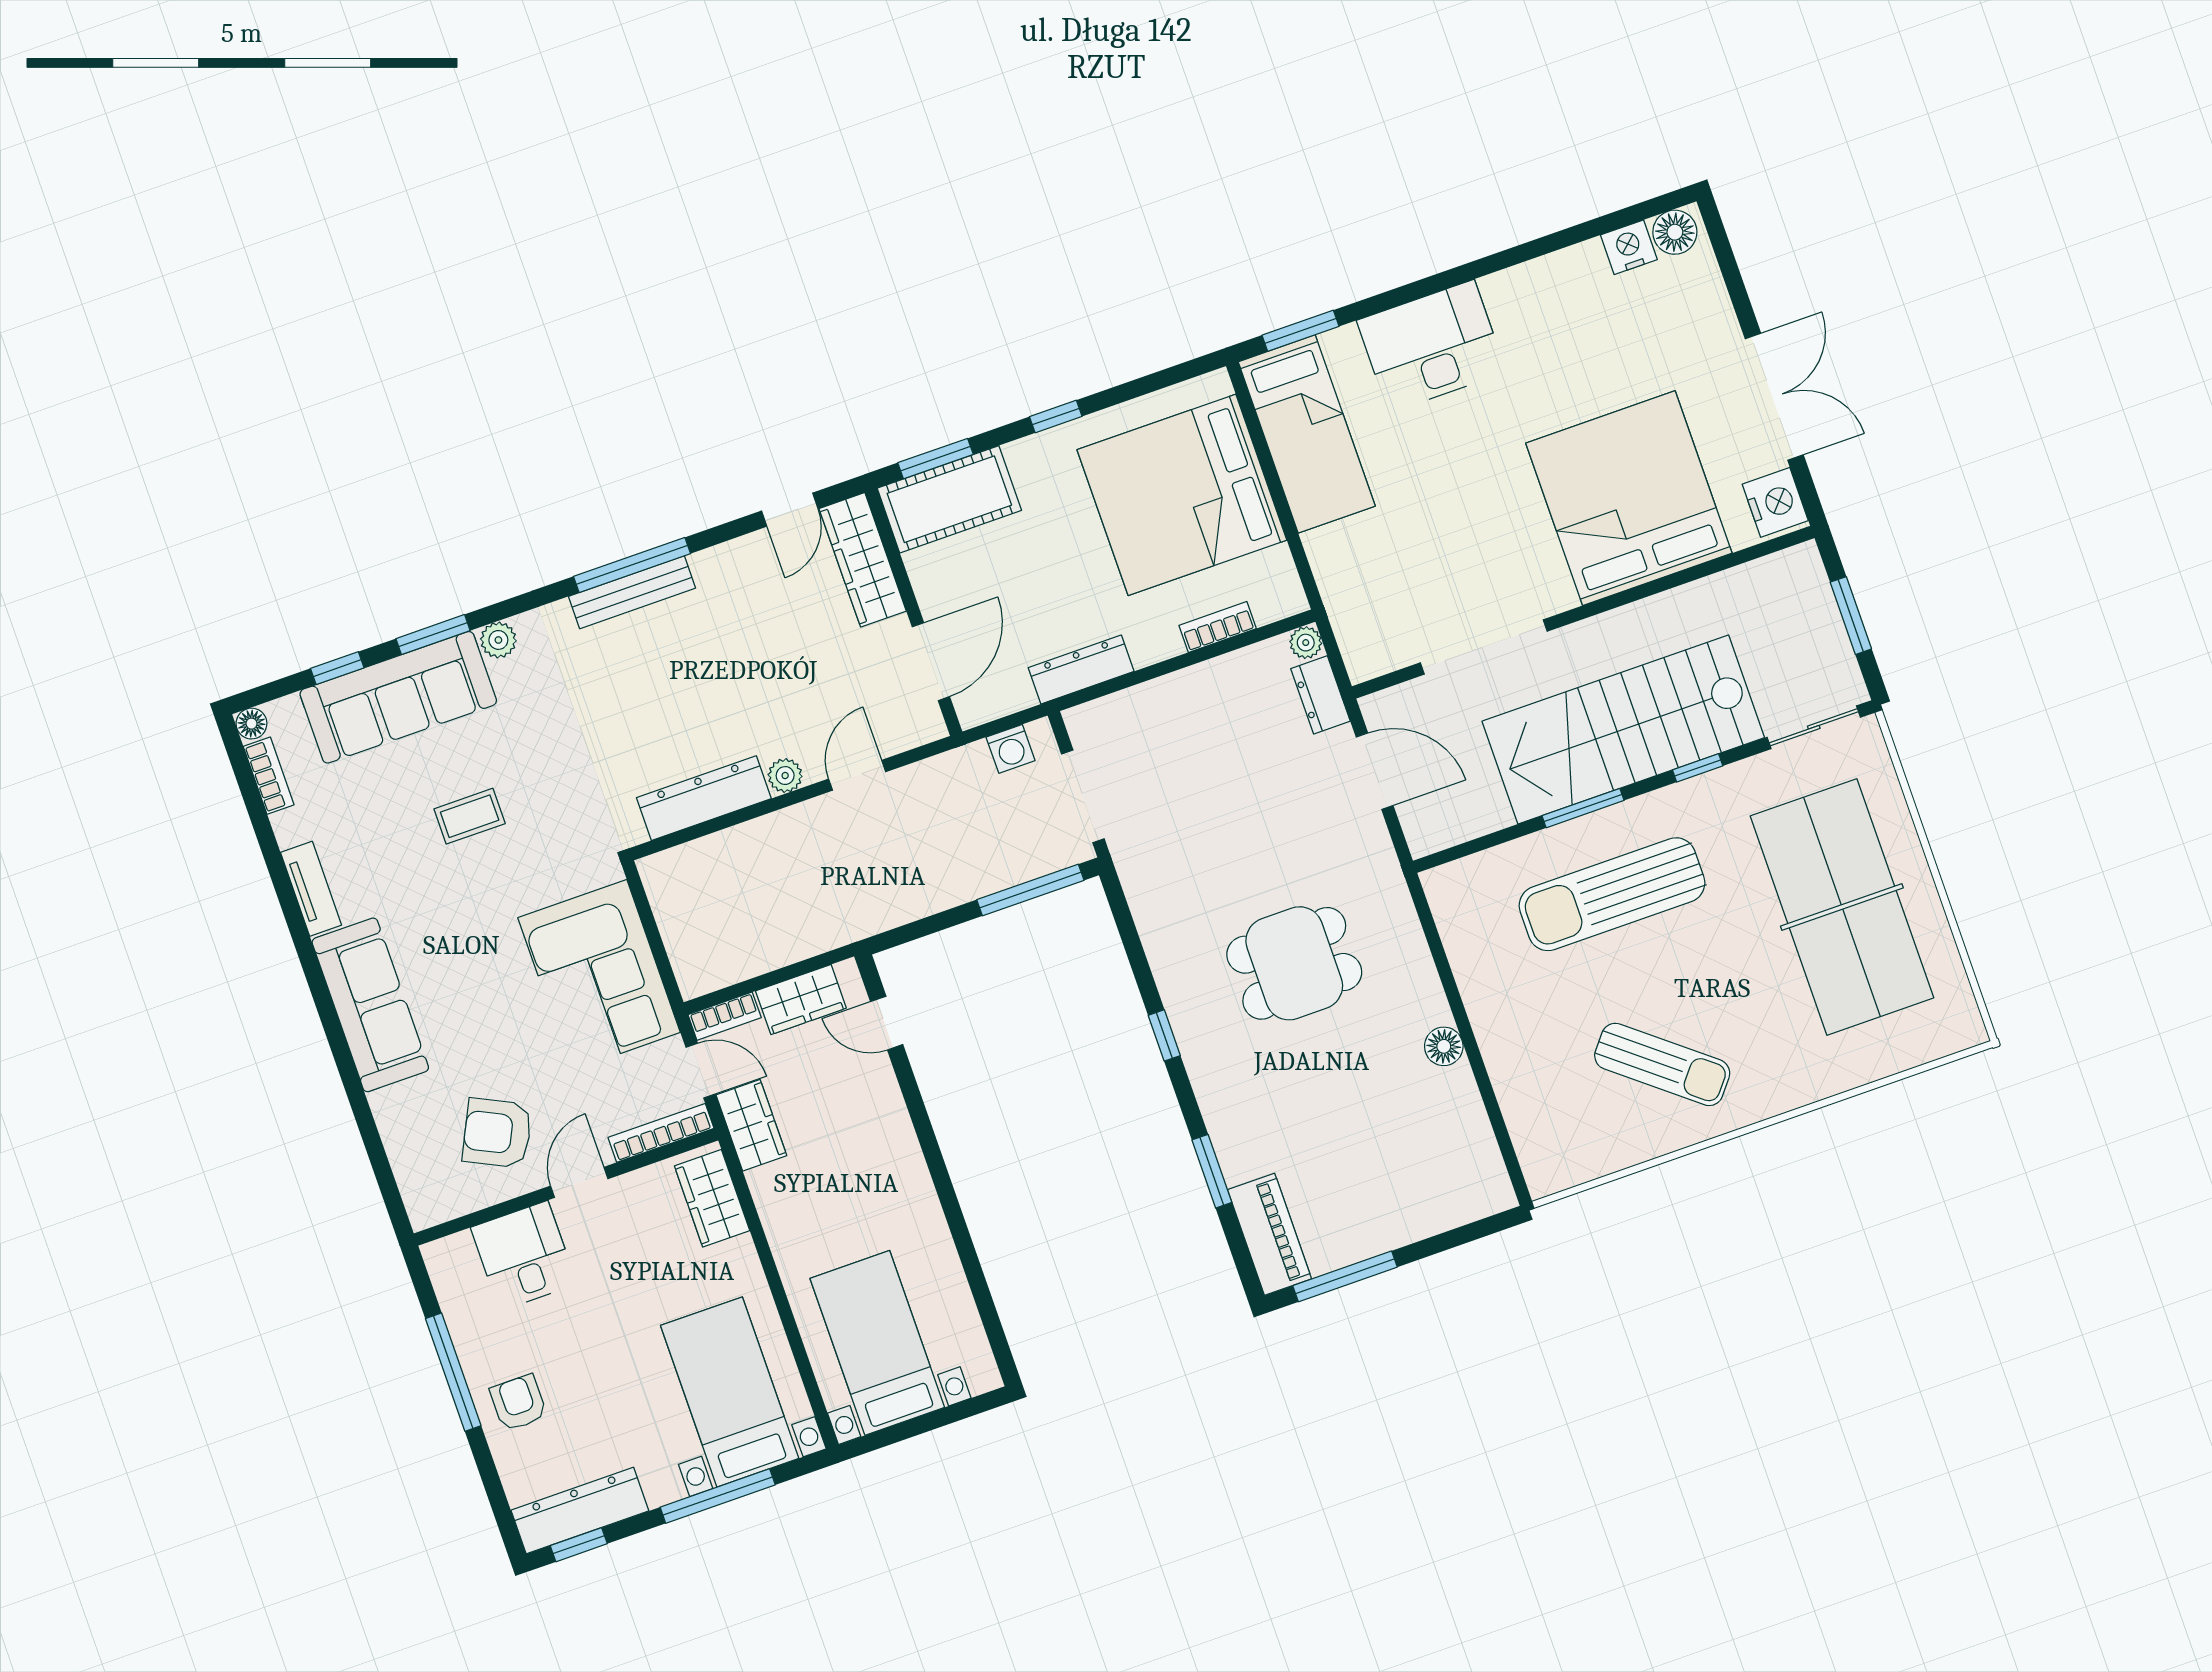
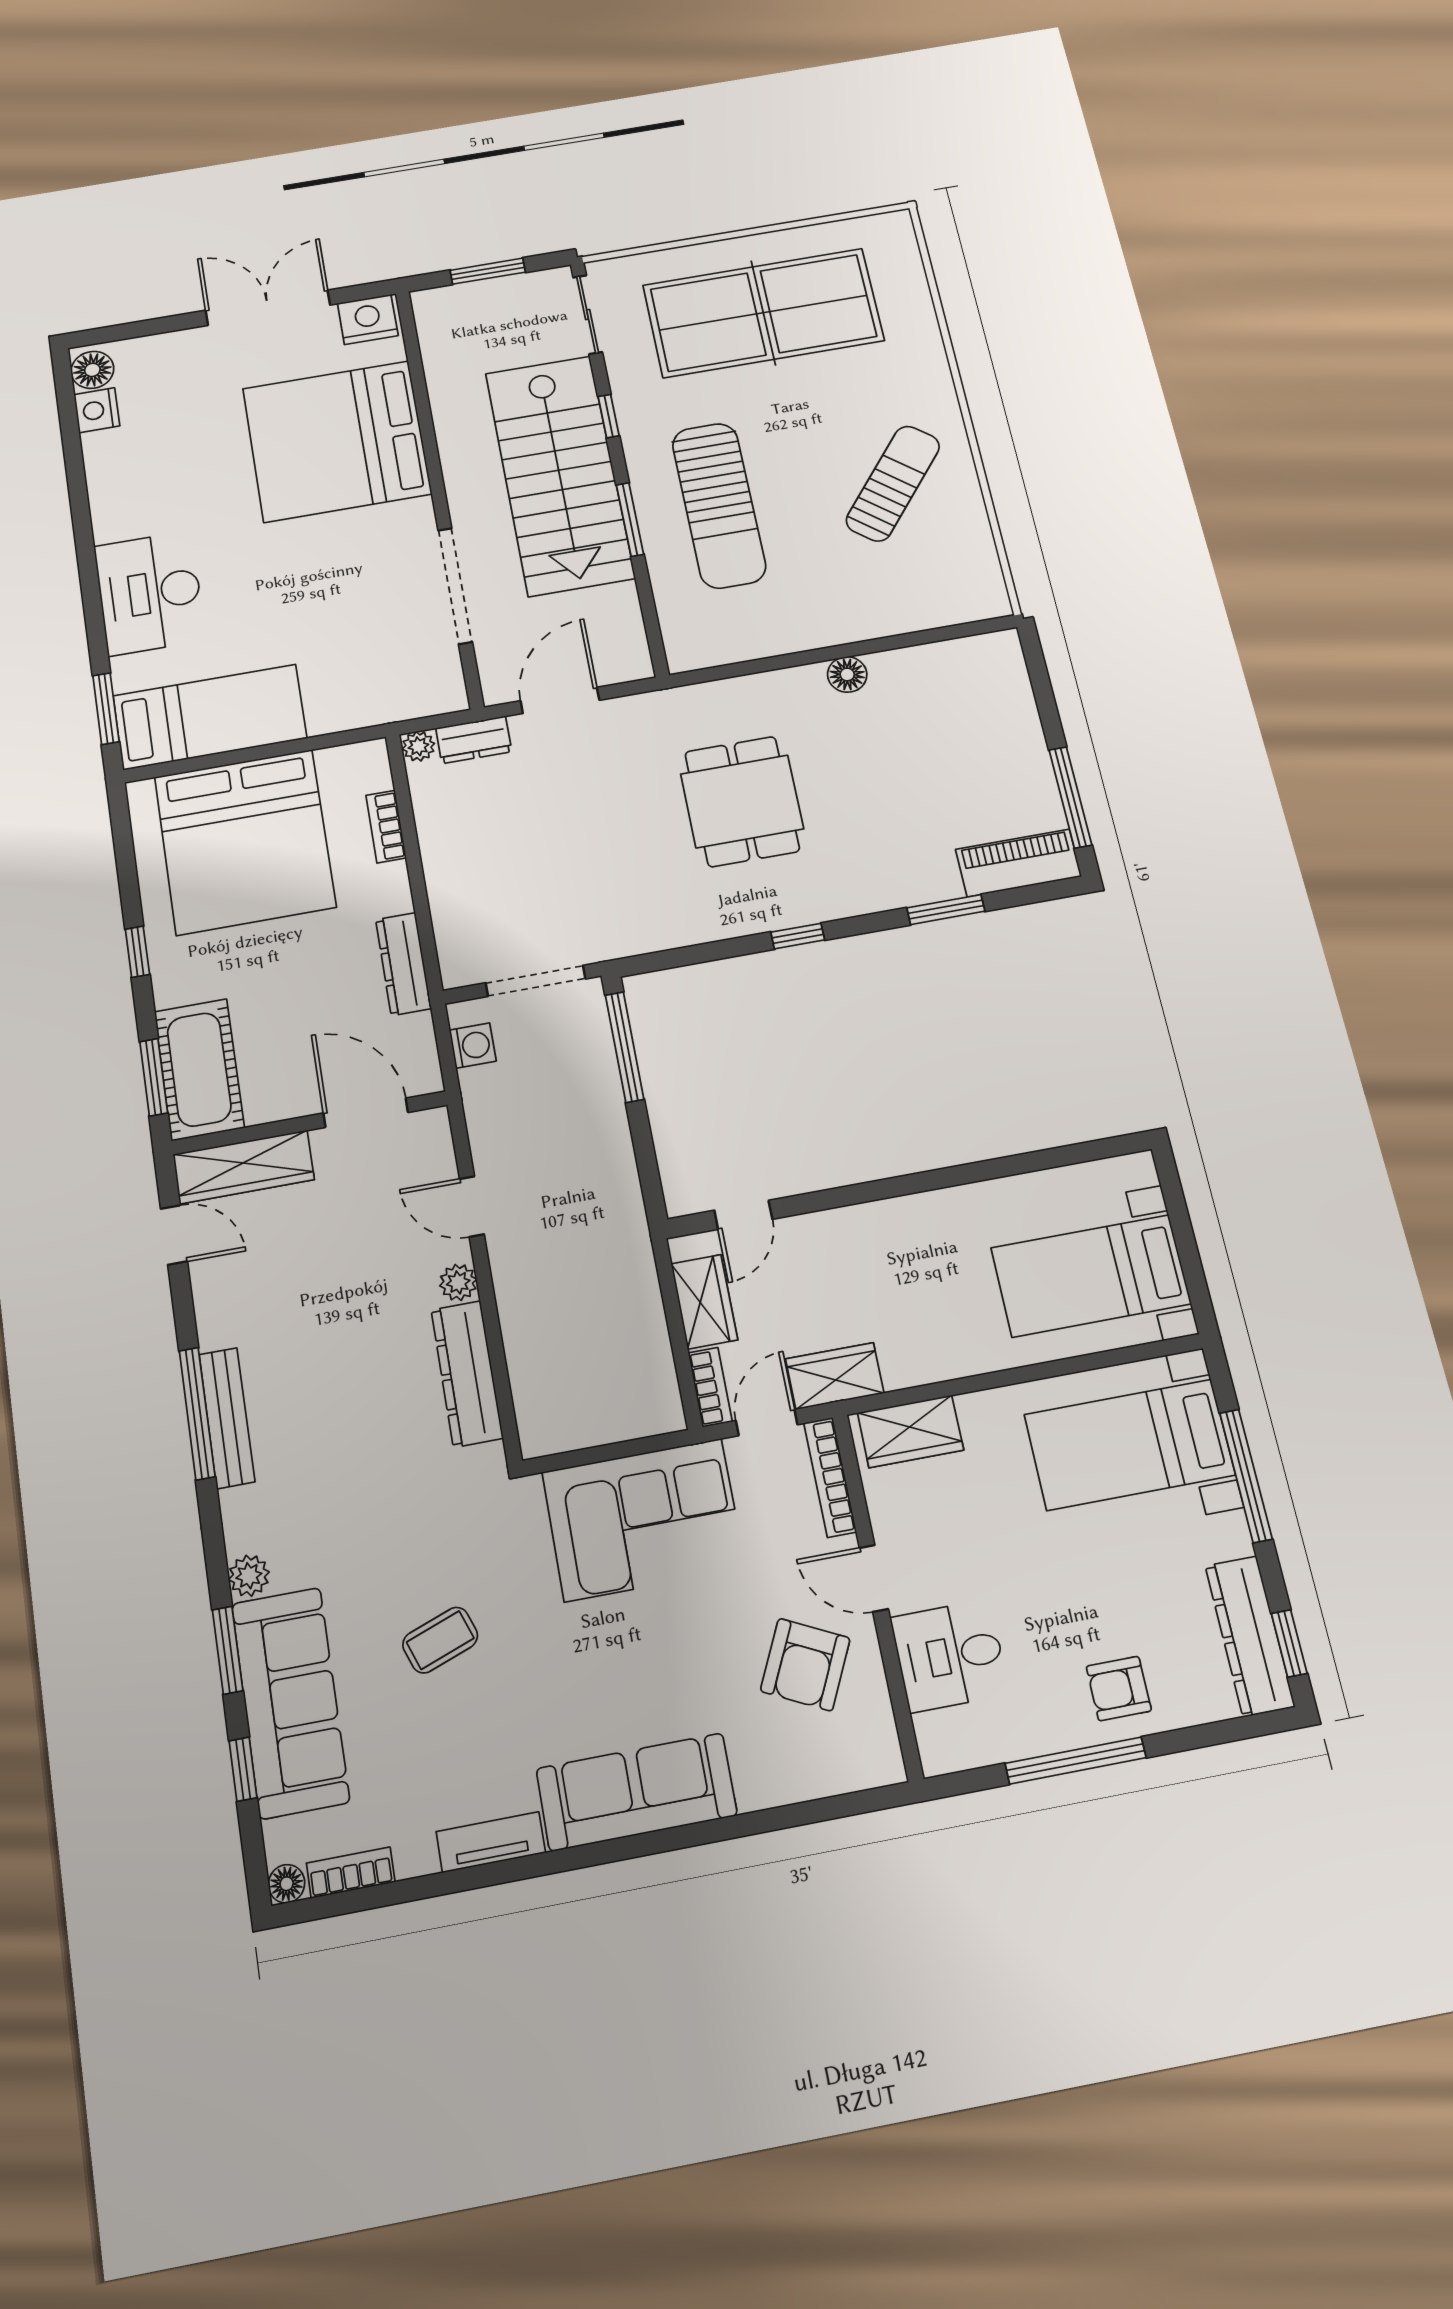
coffee table: (470, 816) -> (440, 1640), turned 70

